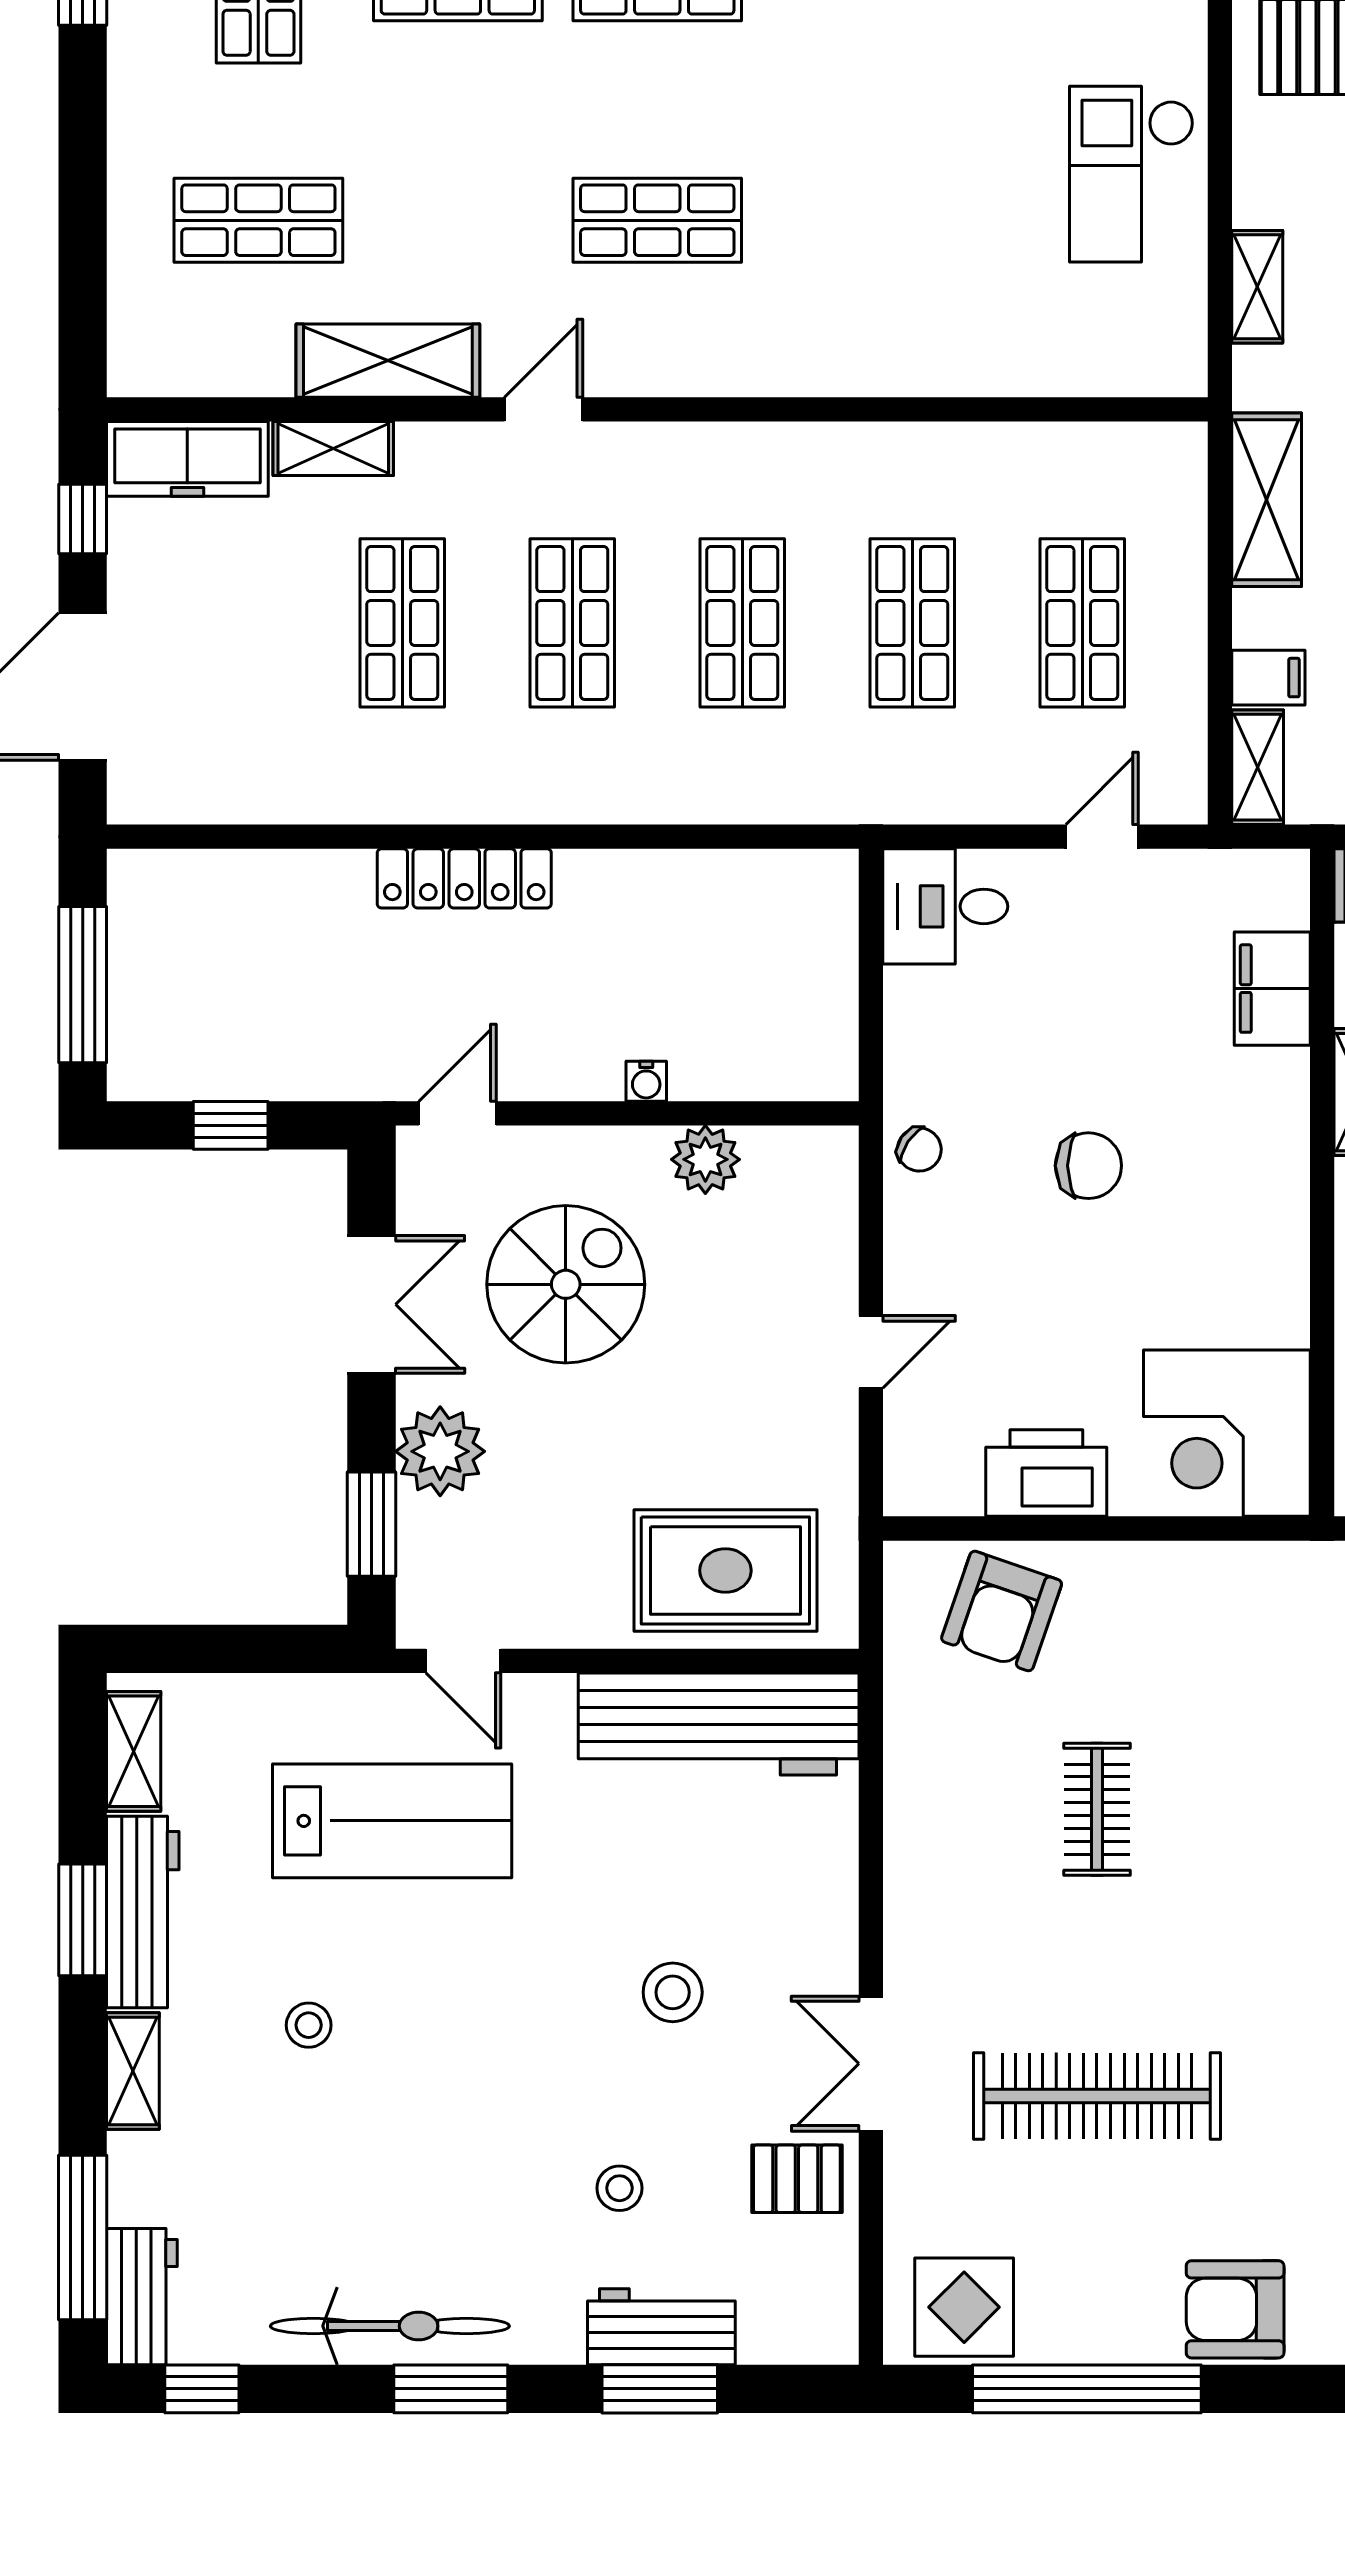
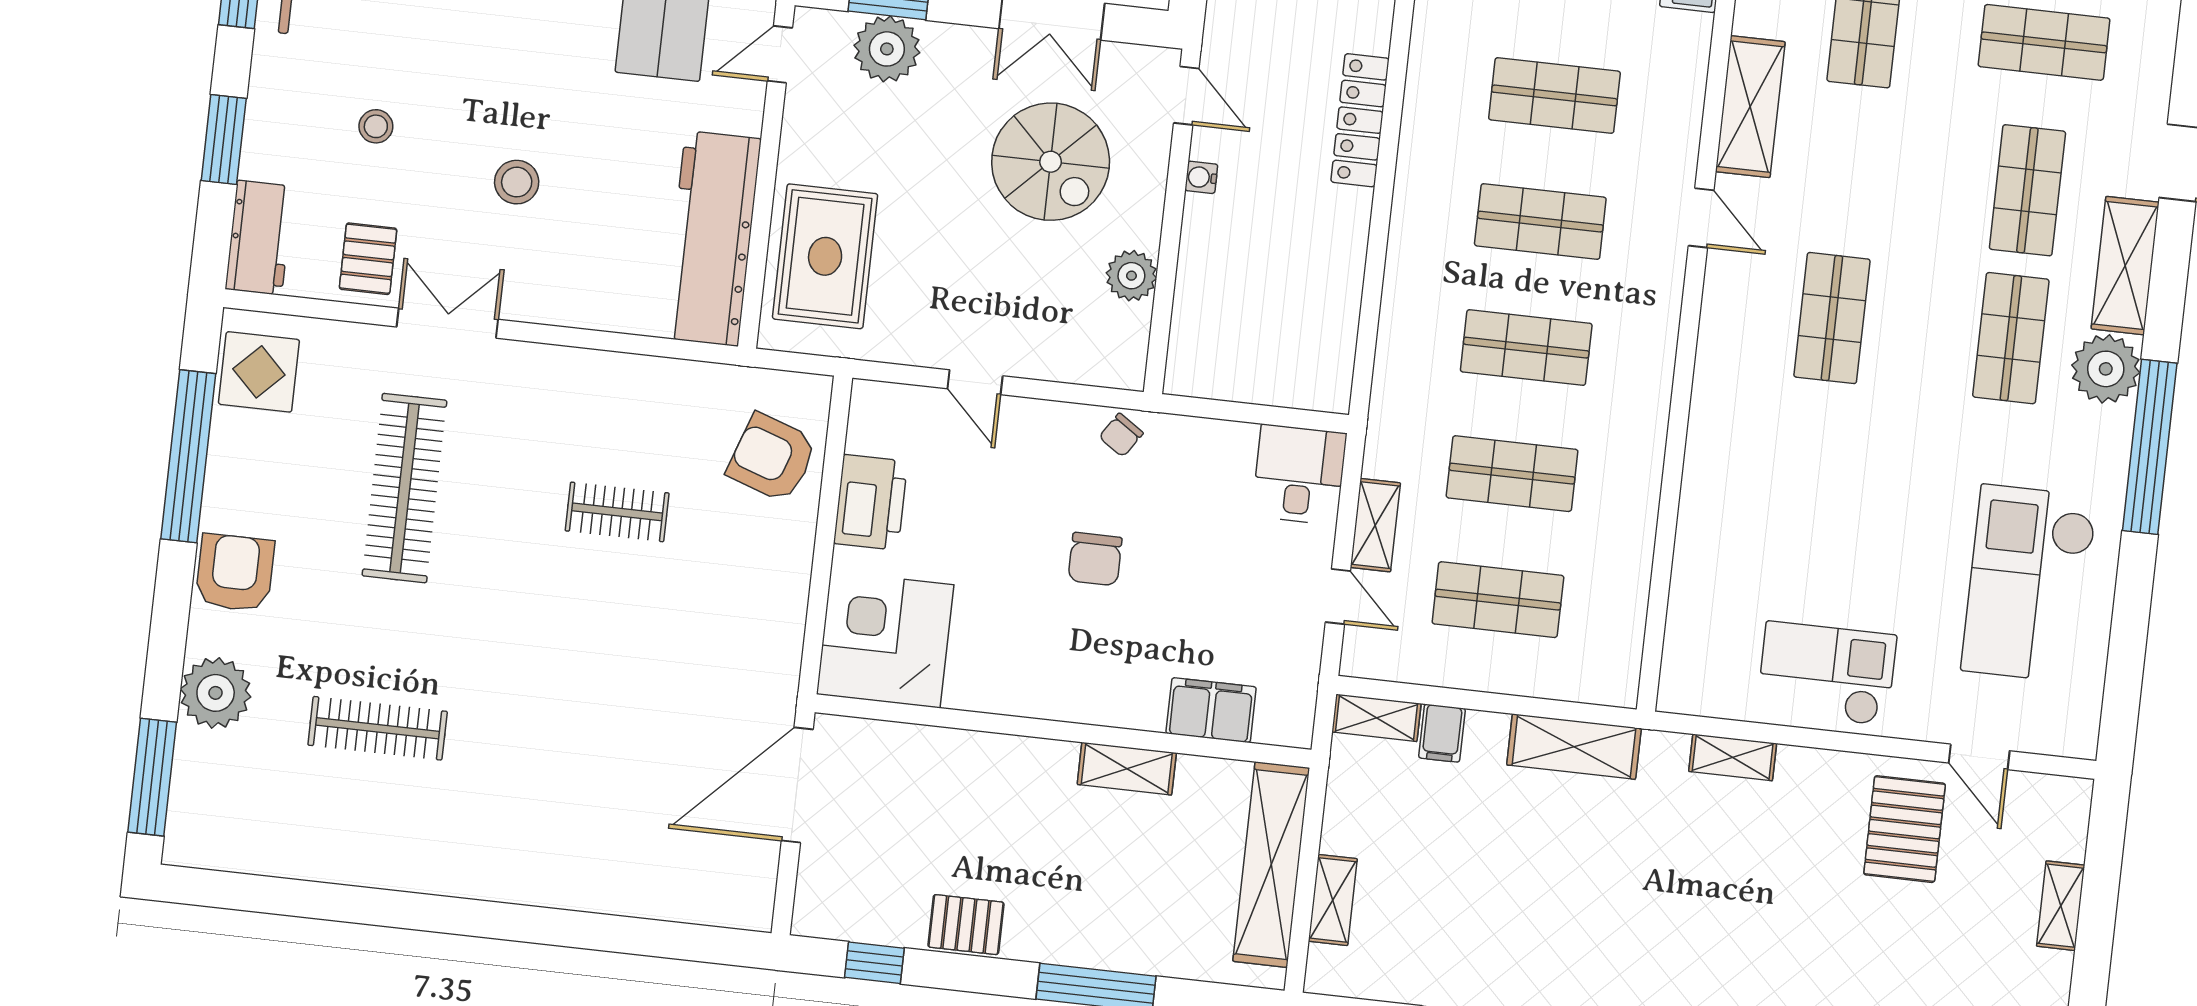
shelving: (333, 449) -> (1375, 525), moved
water cooler: (646, 1081) -> (1201, 177), moved
plant: (440, 1451) -> (887, 49), moved
workbench: (661, 2327) -> (259, 238), moved

